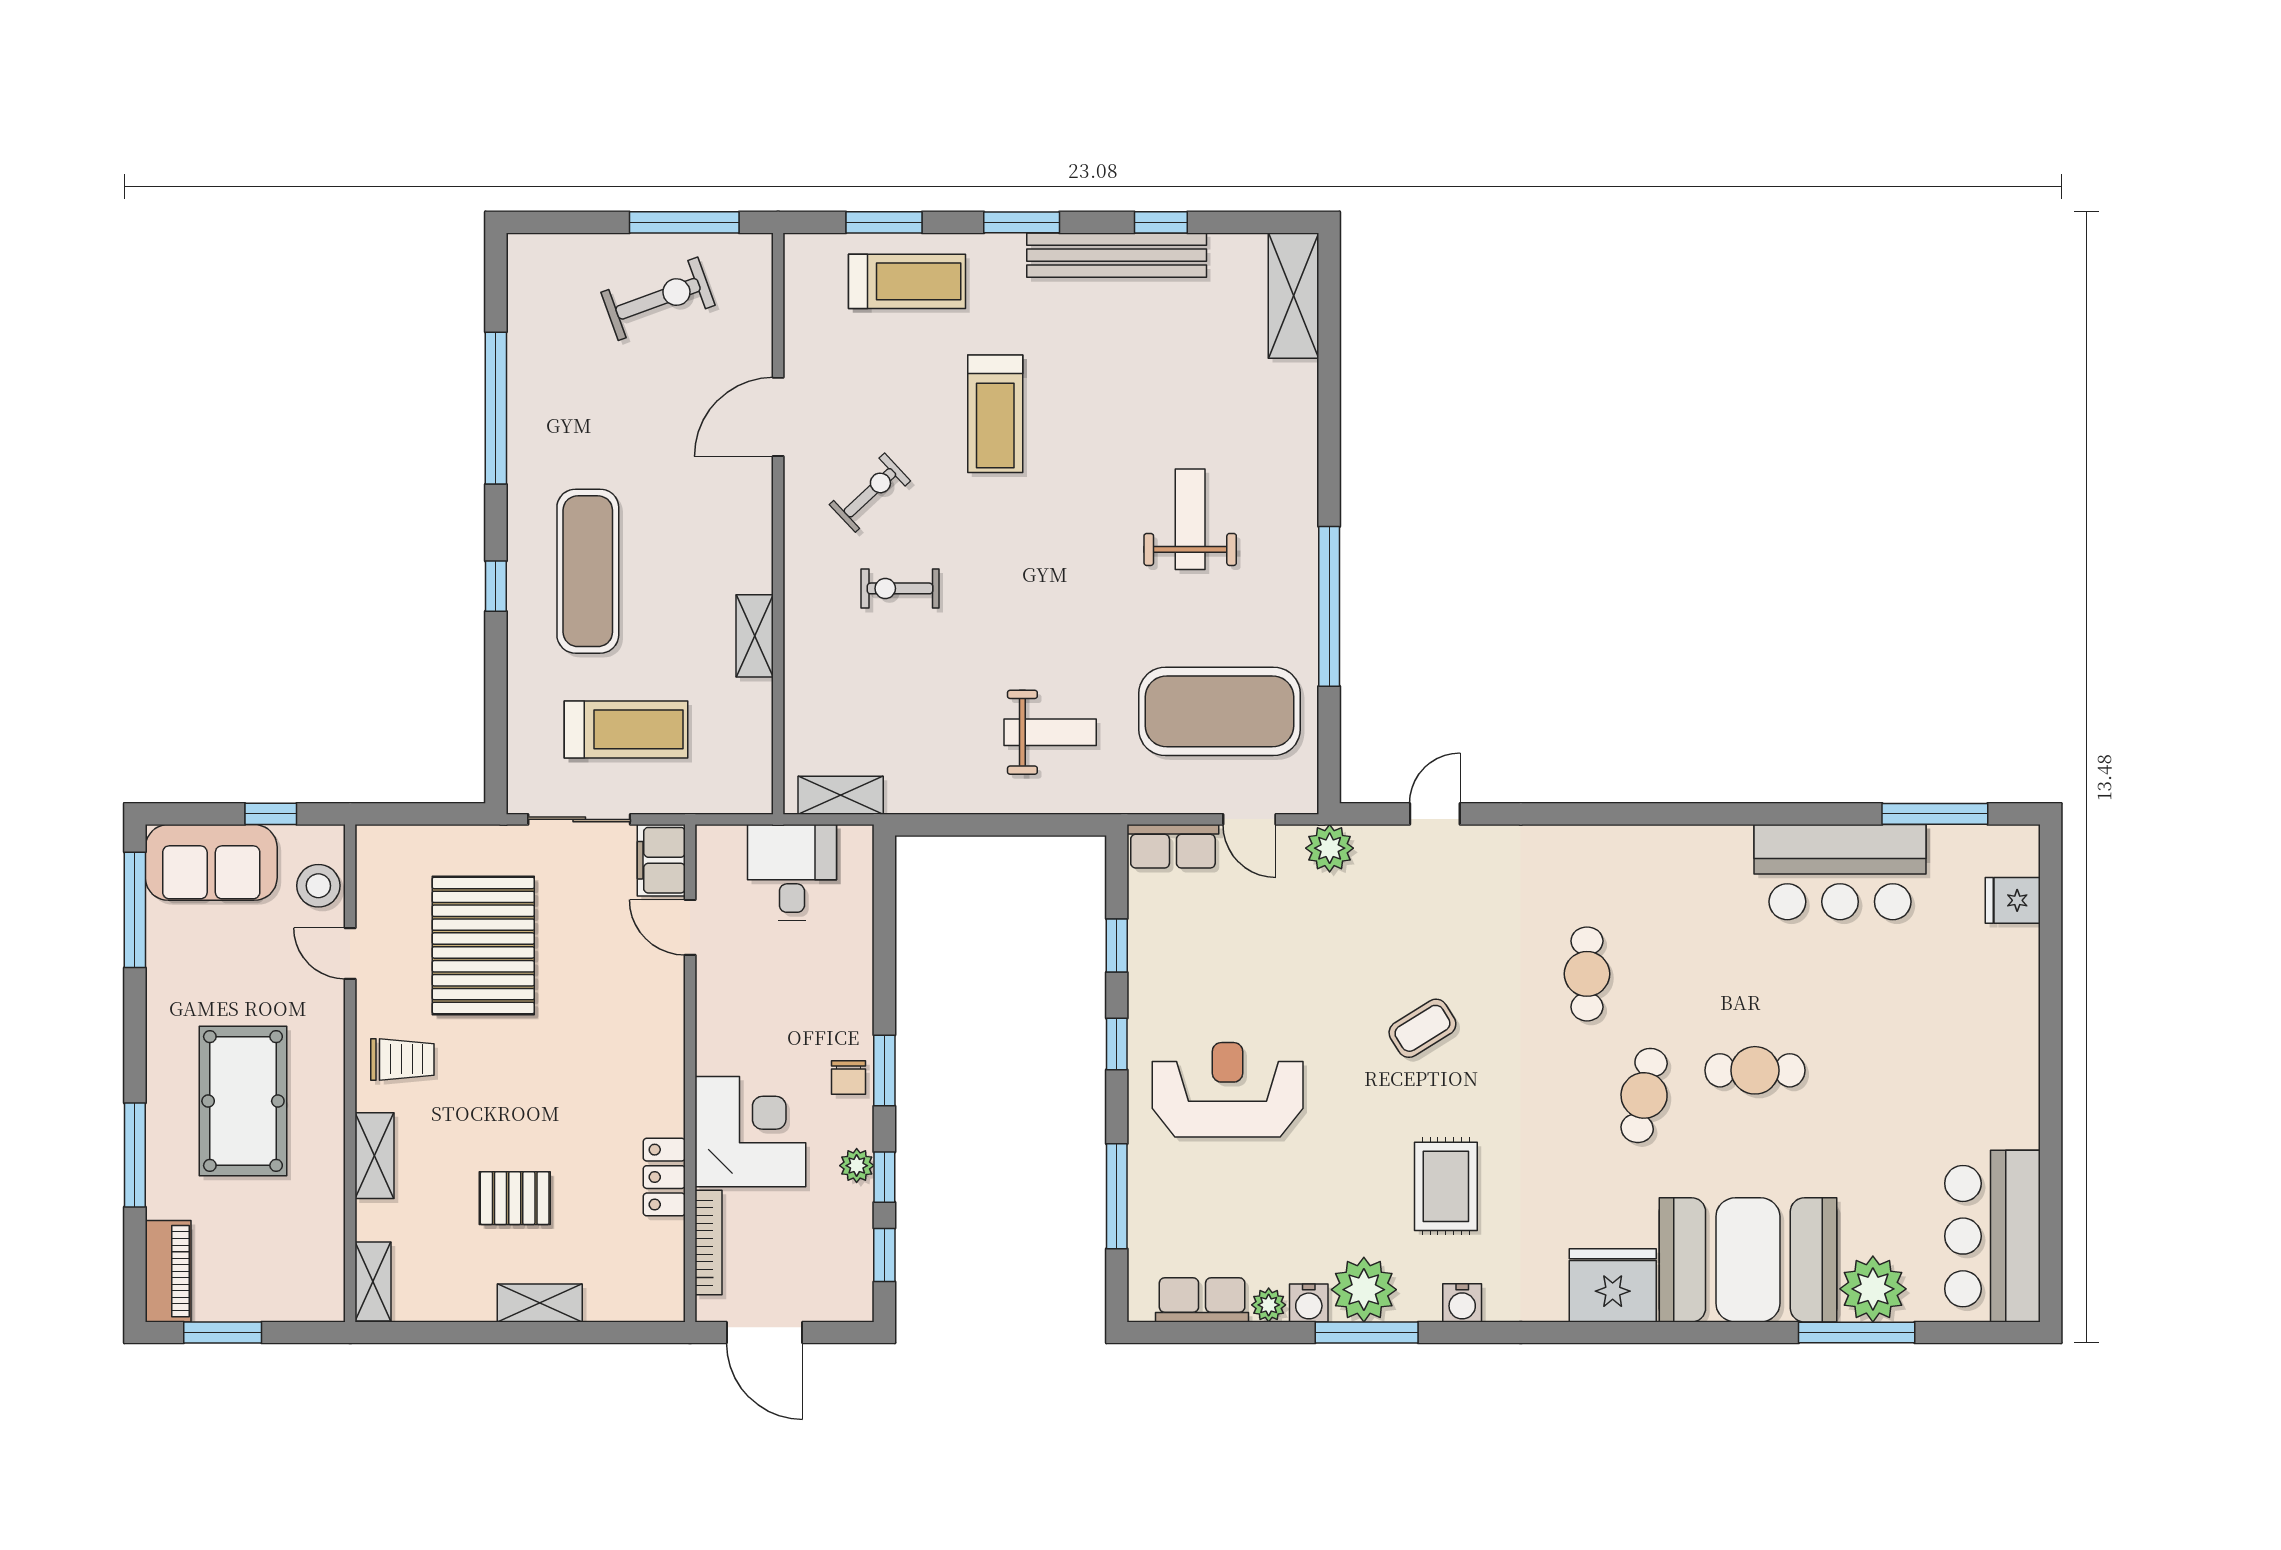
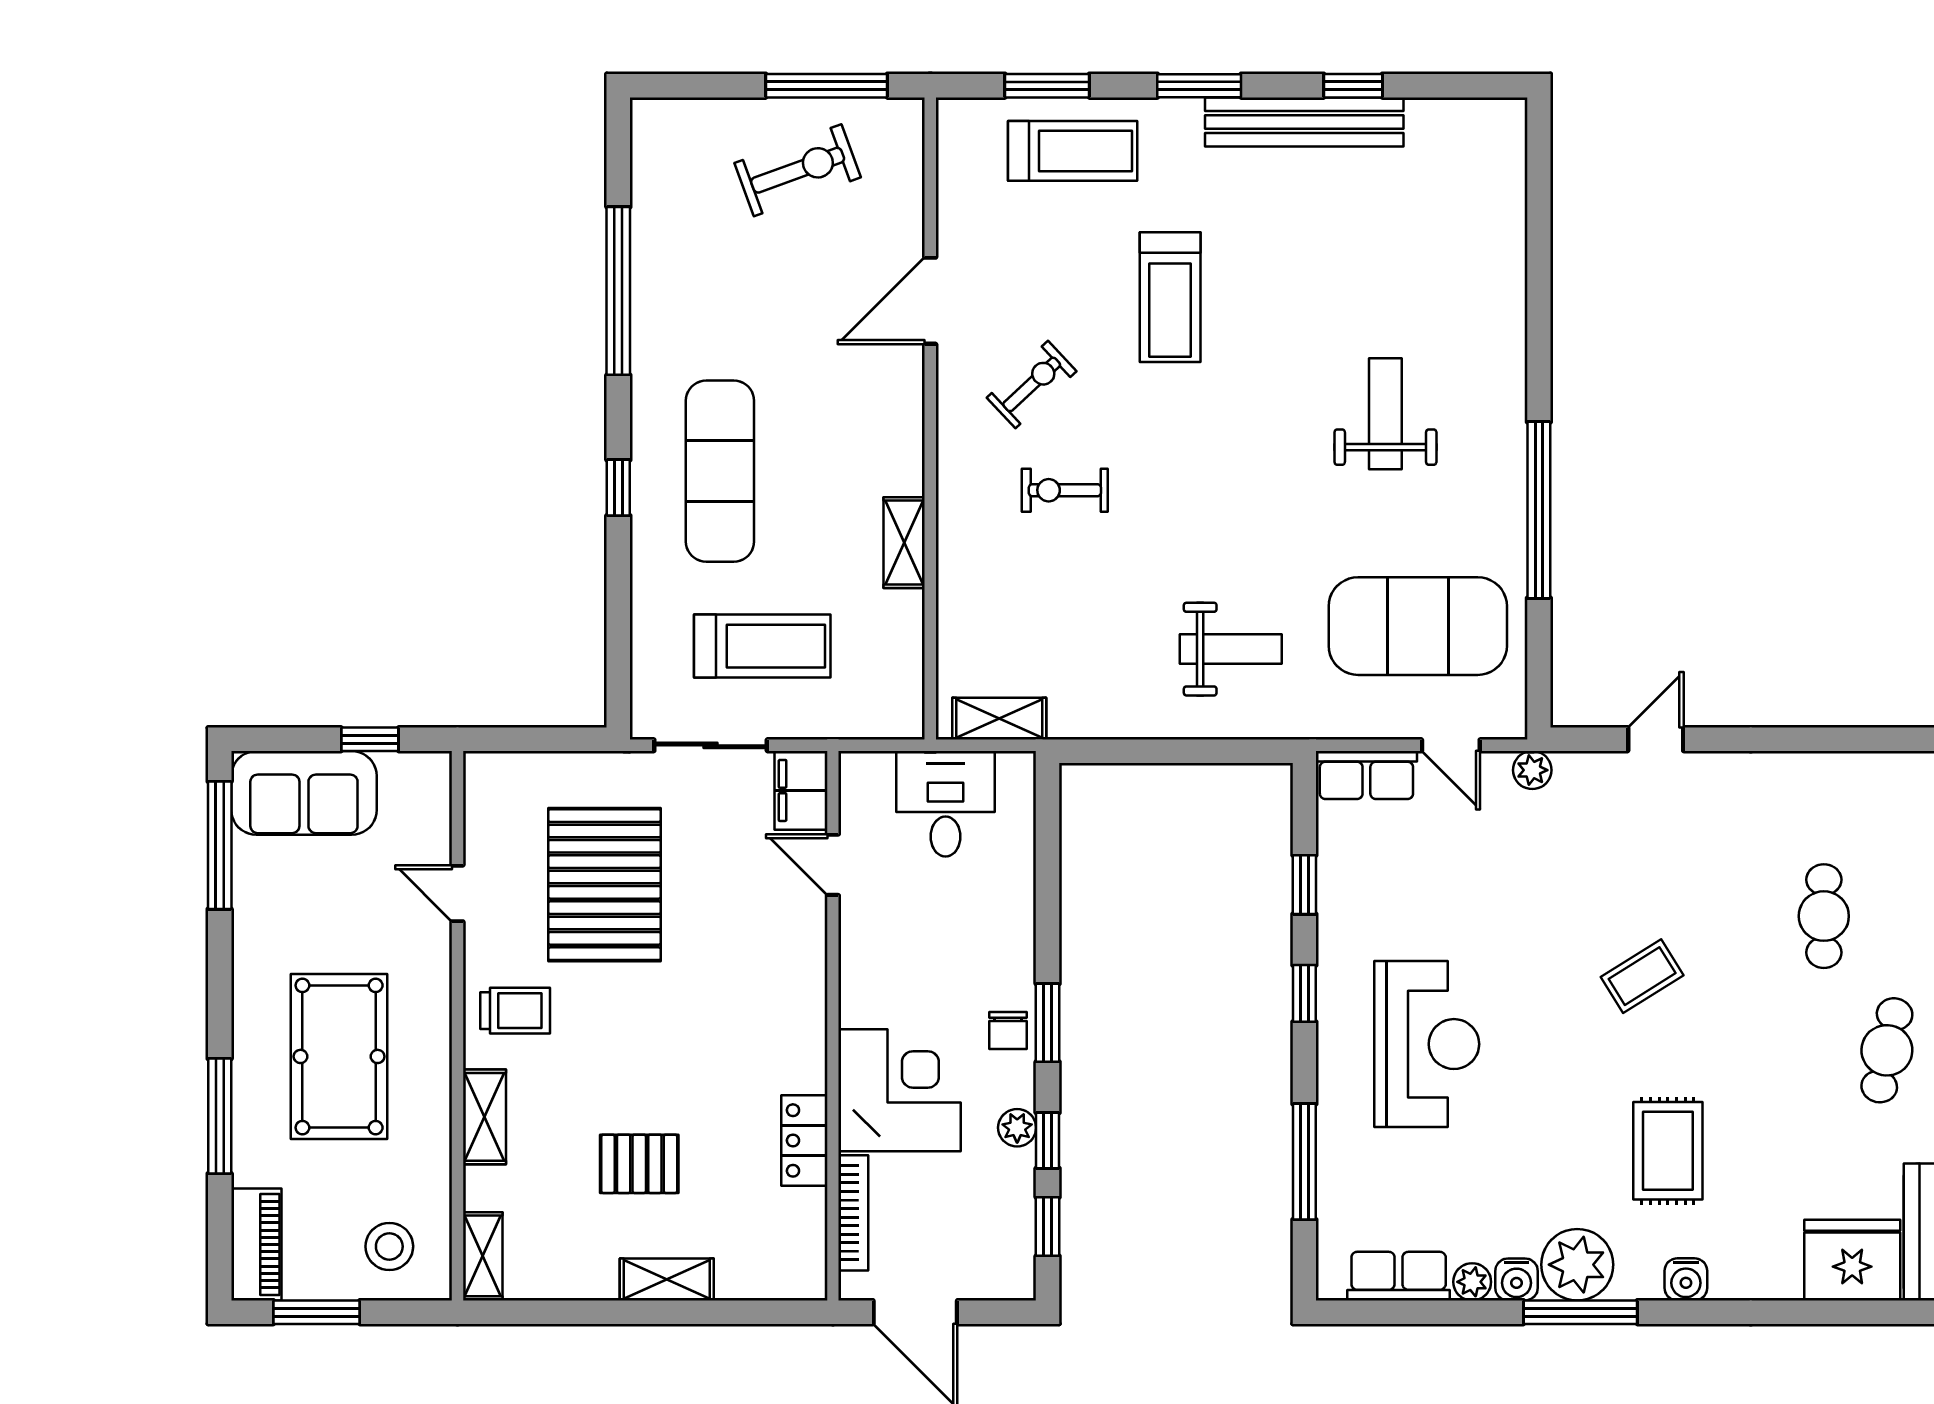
shelving: (1293, 296) -> (1500, 167), removed
plant: (1330, 848) -> (1532, 770), width x0.73, depth x0.73
stool: (318, 886) -> (389, 1246), moved
reception desk: (1228, 1090) -> (1427, 1044), turned 90

